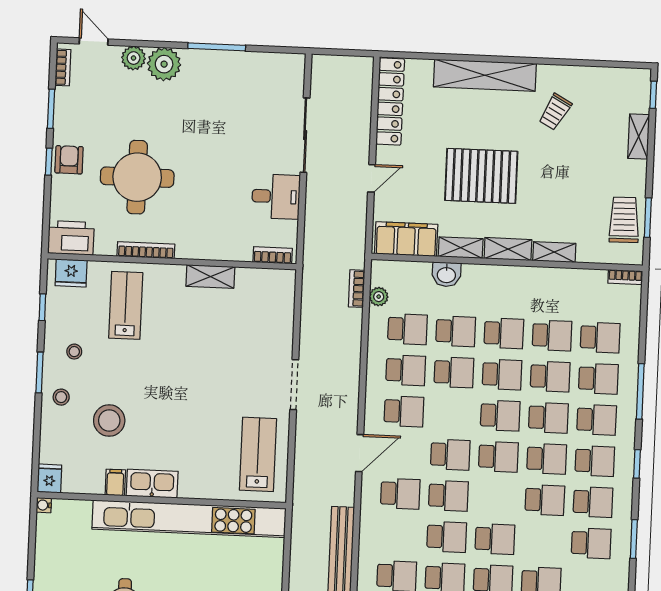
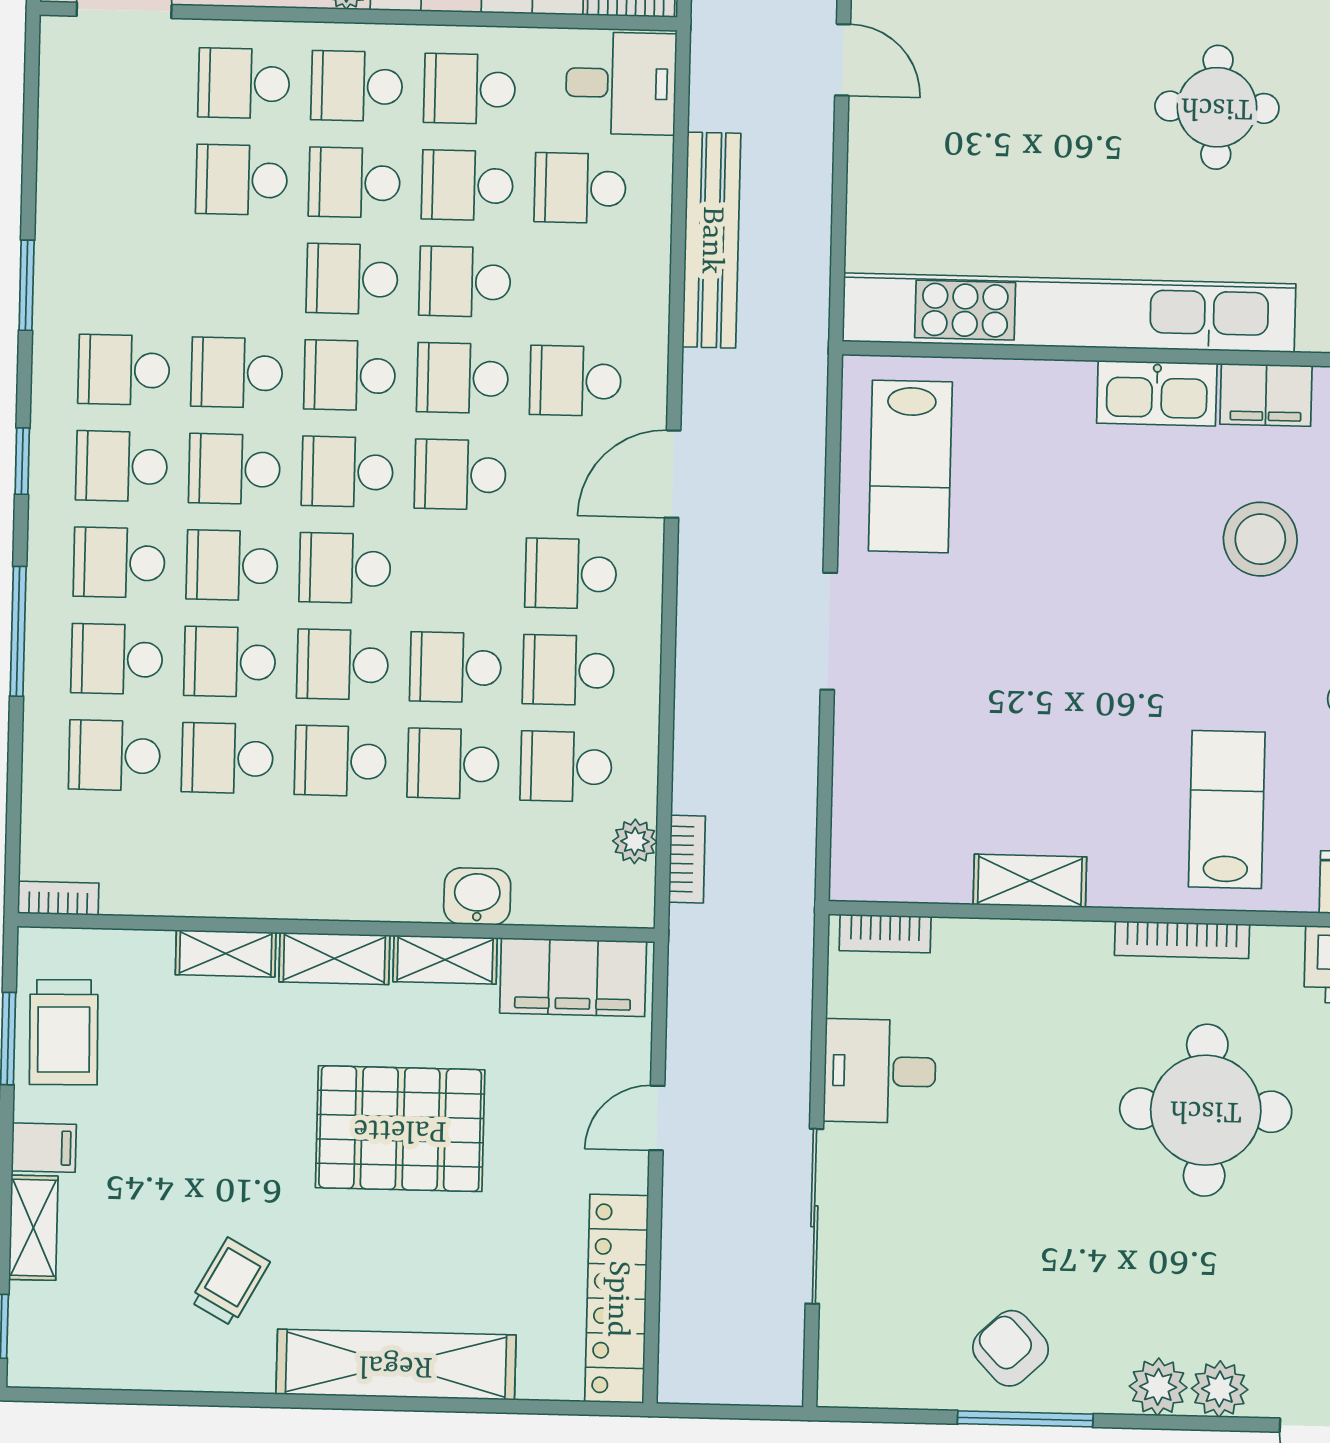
plant: (164, 64) -> (1158, 1387), width x0.73, depth x0.73
armchair: (222, 77) -> (1011, 1348), added
filing cabinet: (634, 171) -> (44, 1148), added
lab bench: (126, 305) -> (1227, 809), turned 180
filing cabinet: (115, 482) -> (1266, 395), width x2.00
school desk: (591, 543) -> (350, 375), moved

